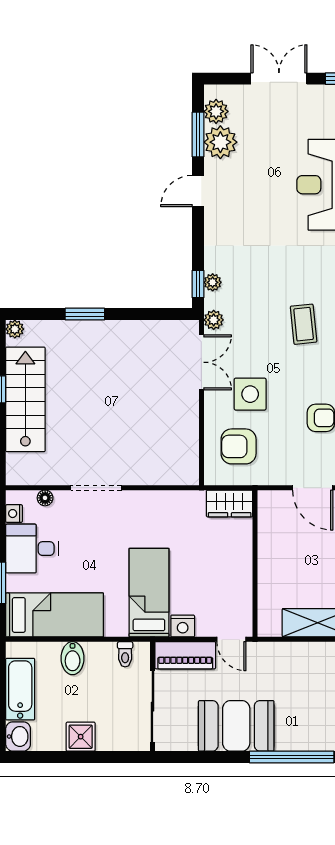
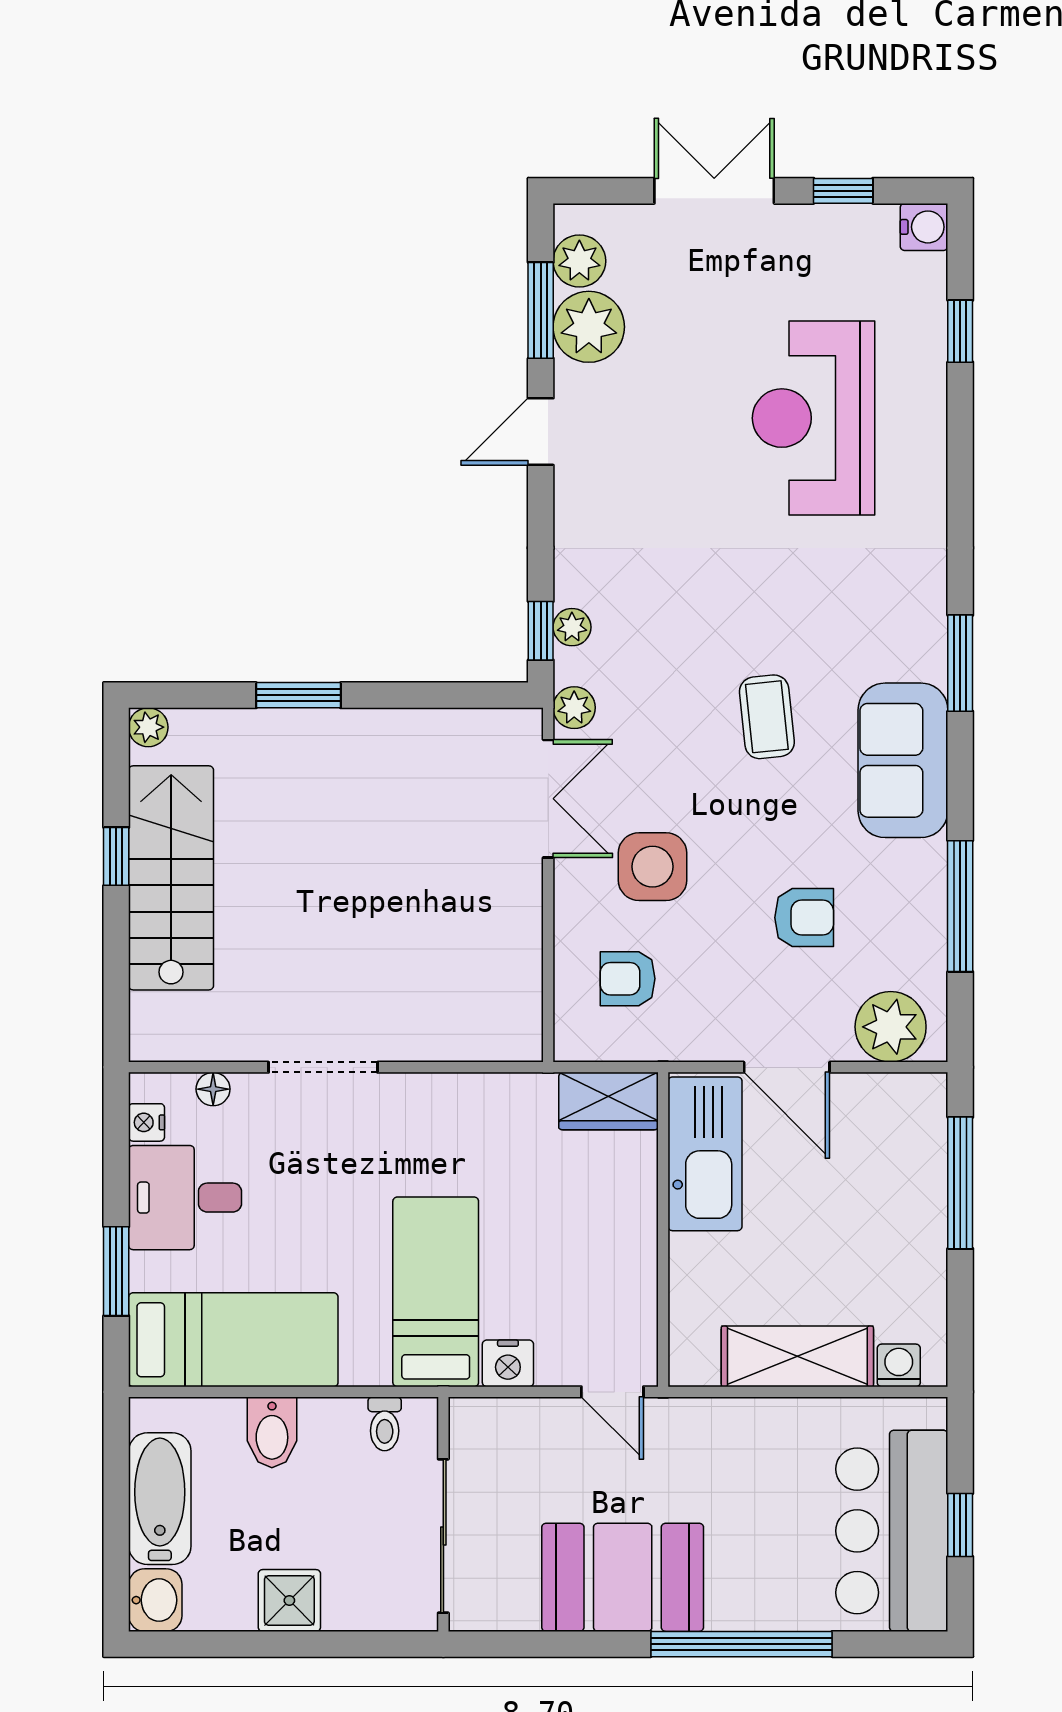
armchair: (239, 446) -> (628, 979), width x0.72, depth x0.72
kitchen sink: (275, 528) -> (705, 1154), added
piano: (185, 655) -> (513, 1426), removed

